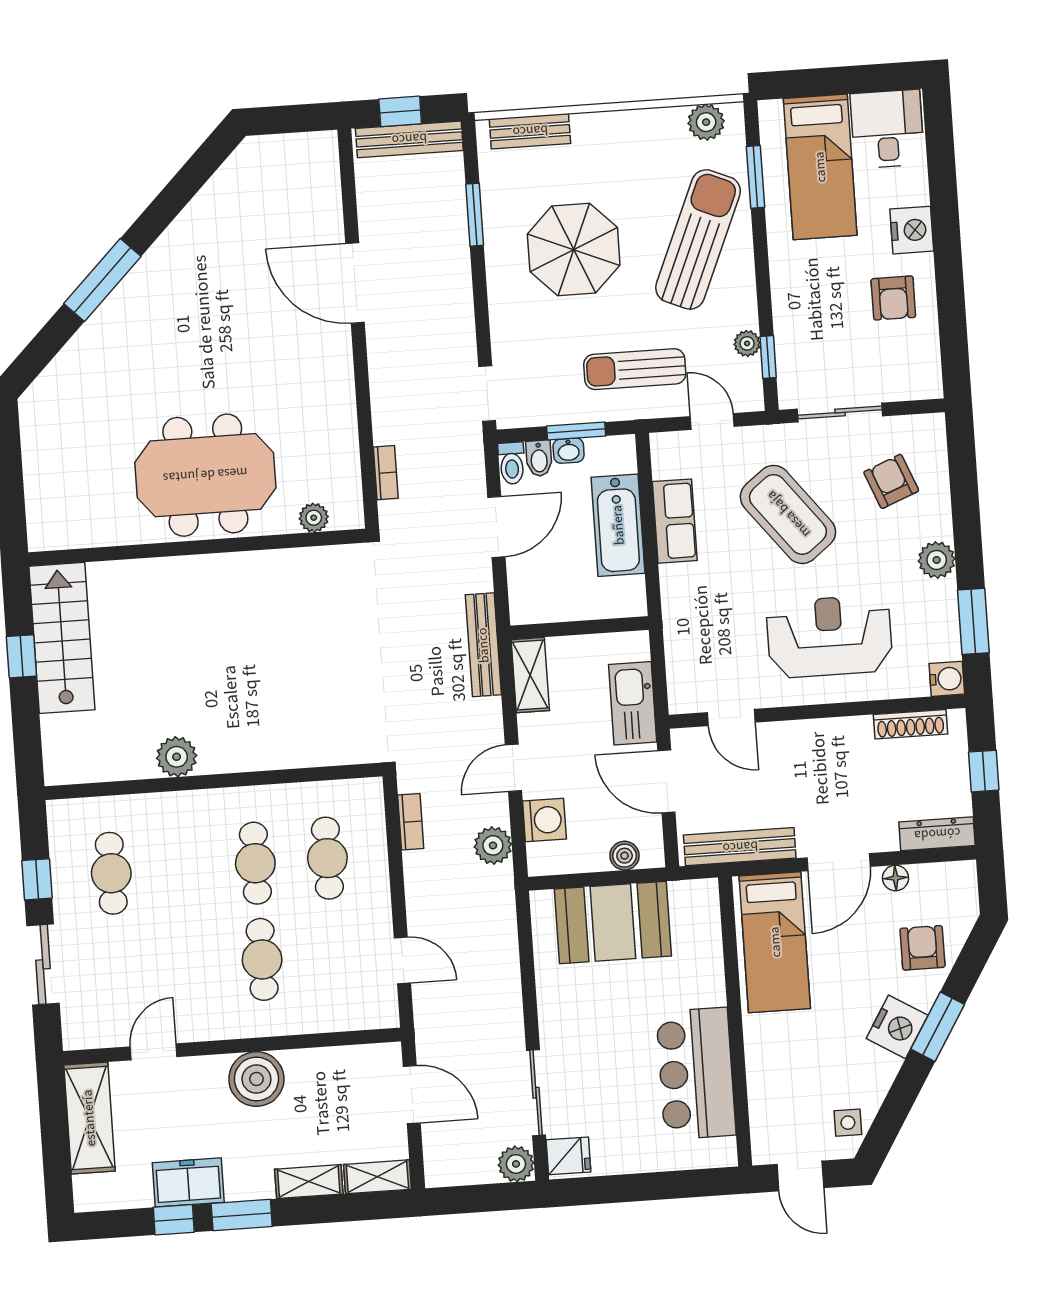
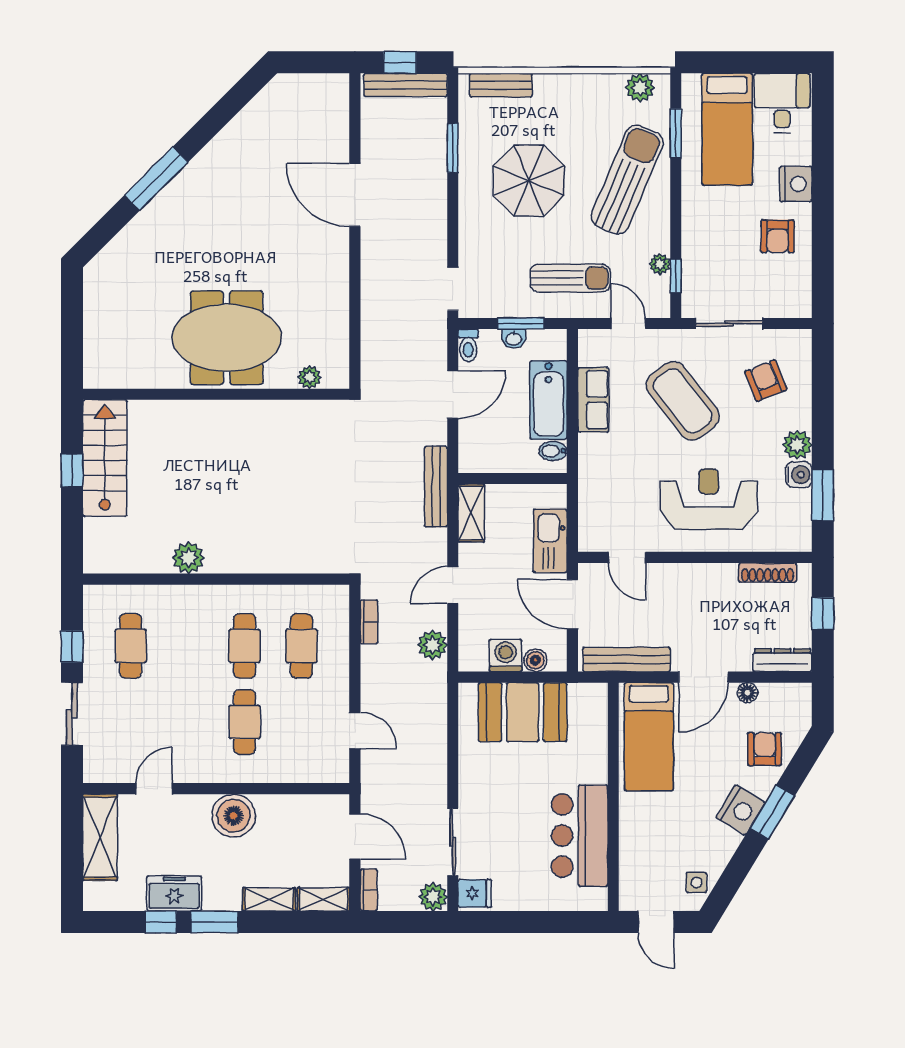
sun lounger: (635, 369) -> (570, 278), turned 180
bidet: (539, 458) -> (553, 451), moved, turned 90
bookcase: (386, 473) -> (369, 890), moved
water cooler: (947, 679) -> (799, 475), moved
washing machine: (544, 820) -> (506, 655), moved, turned -90

